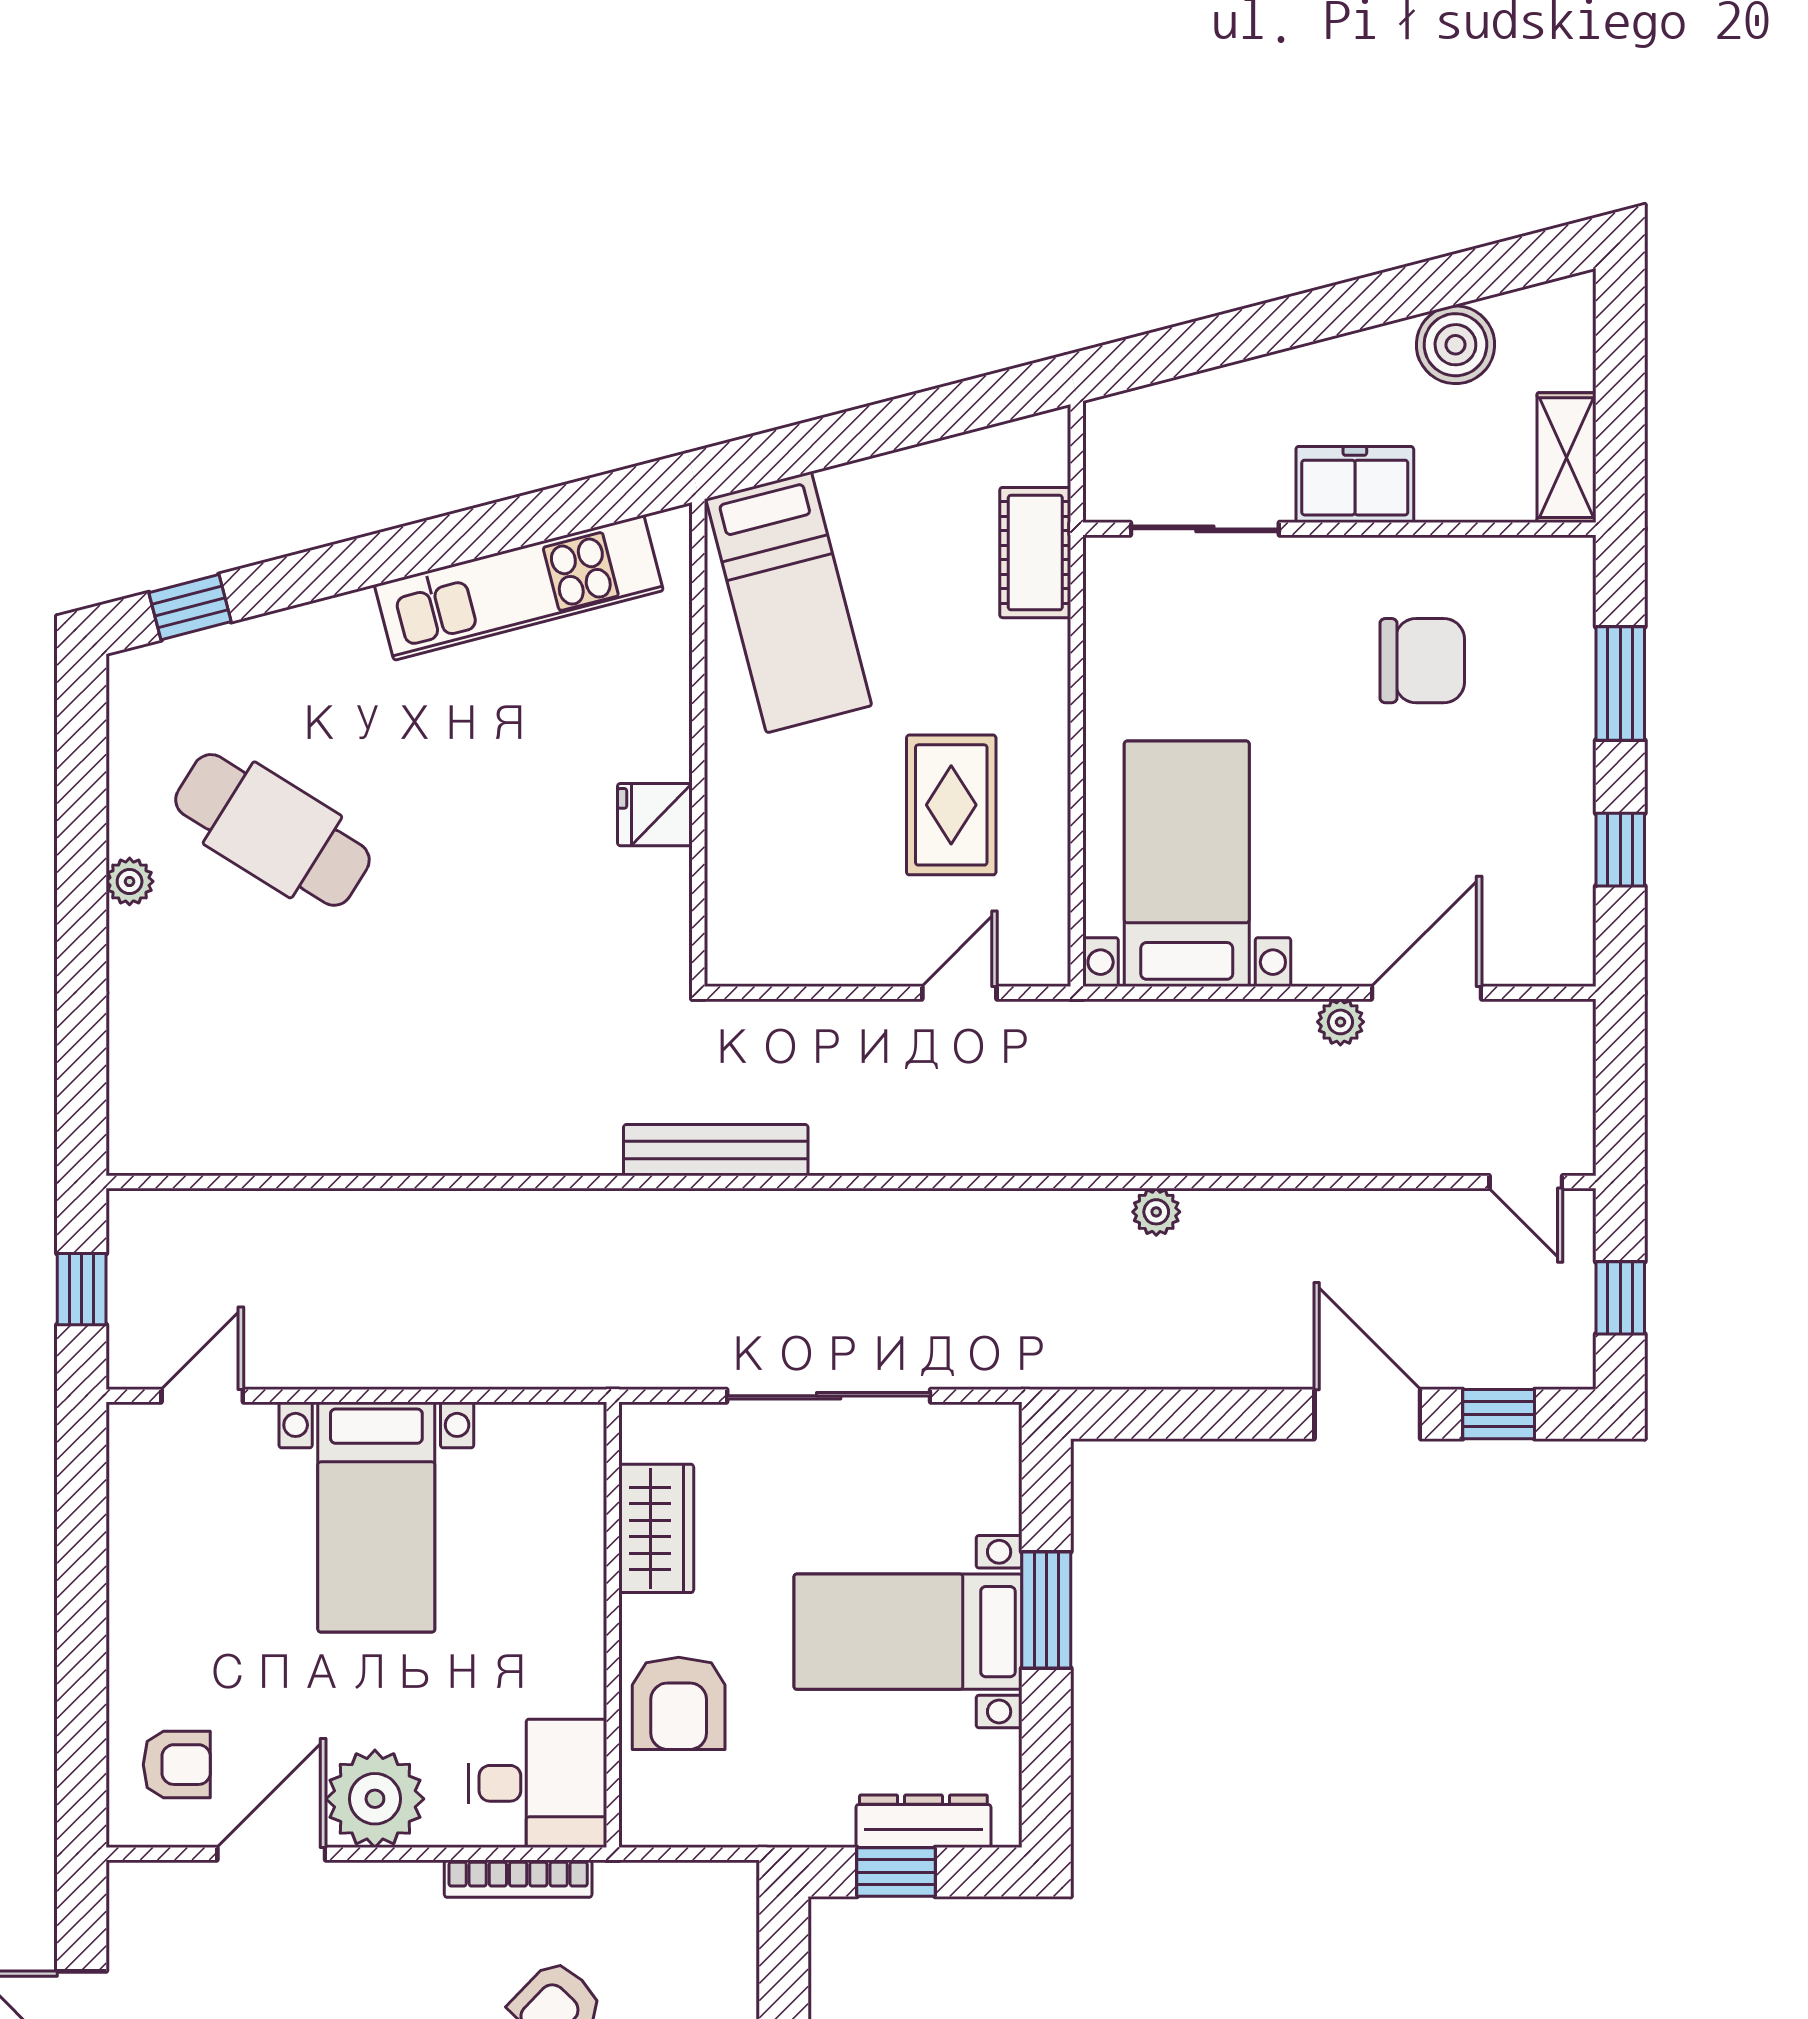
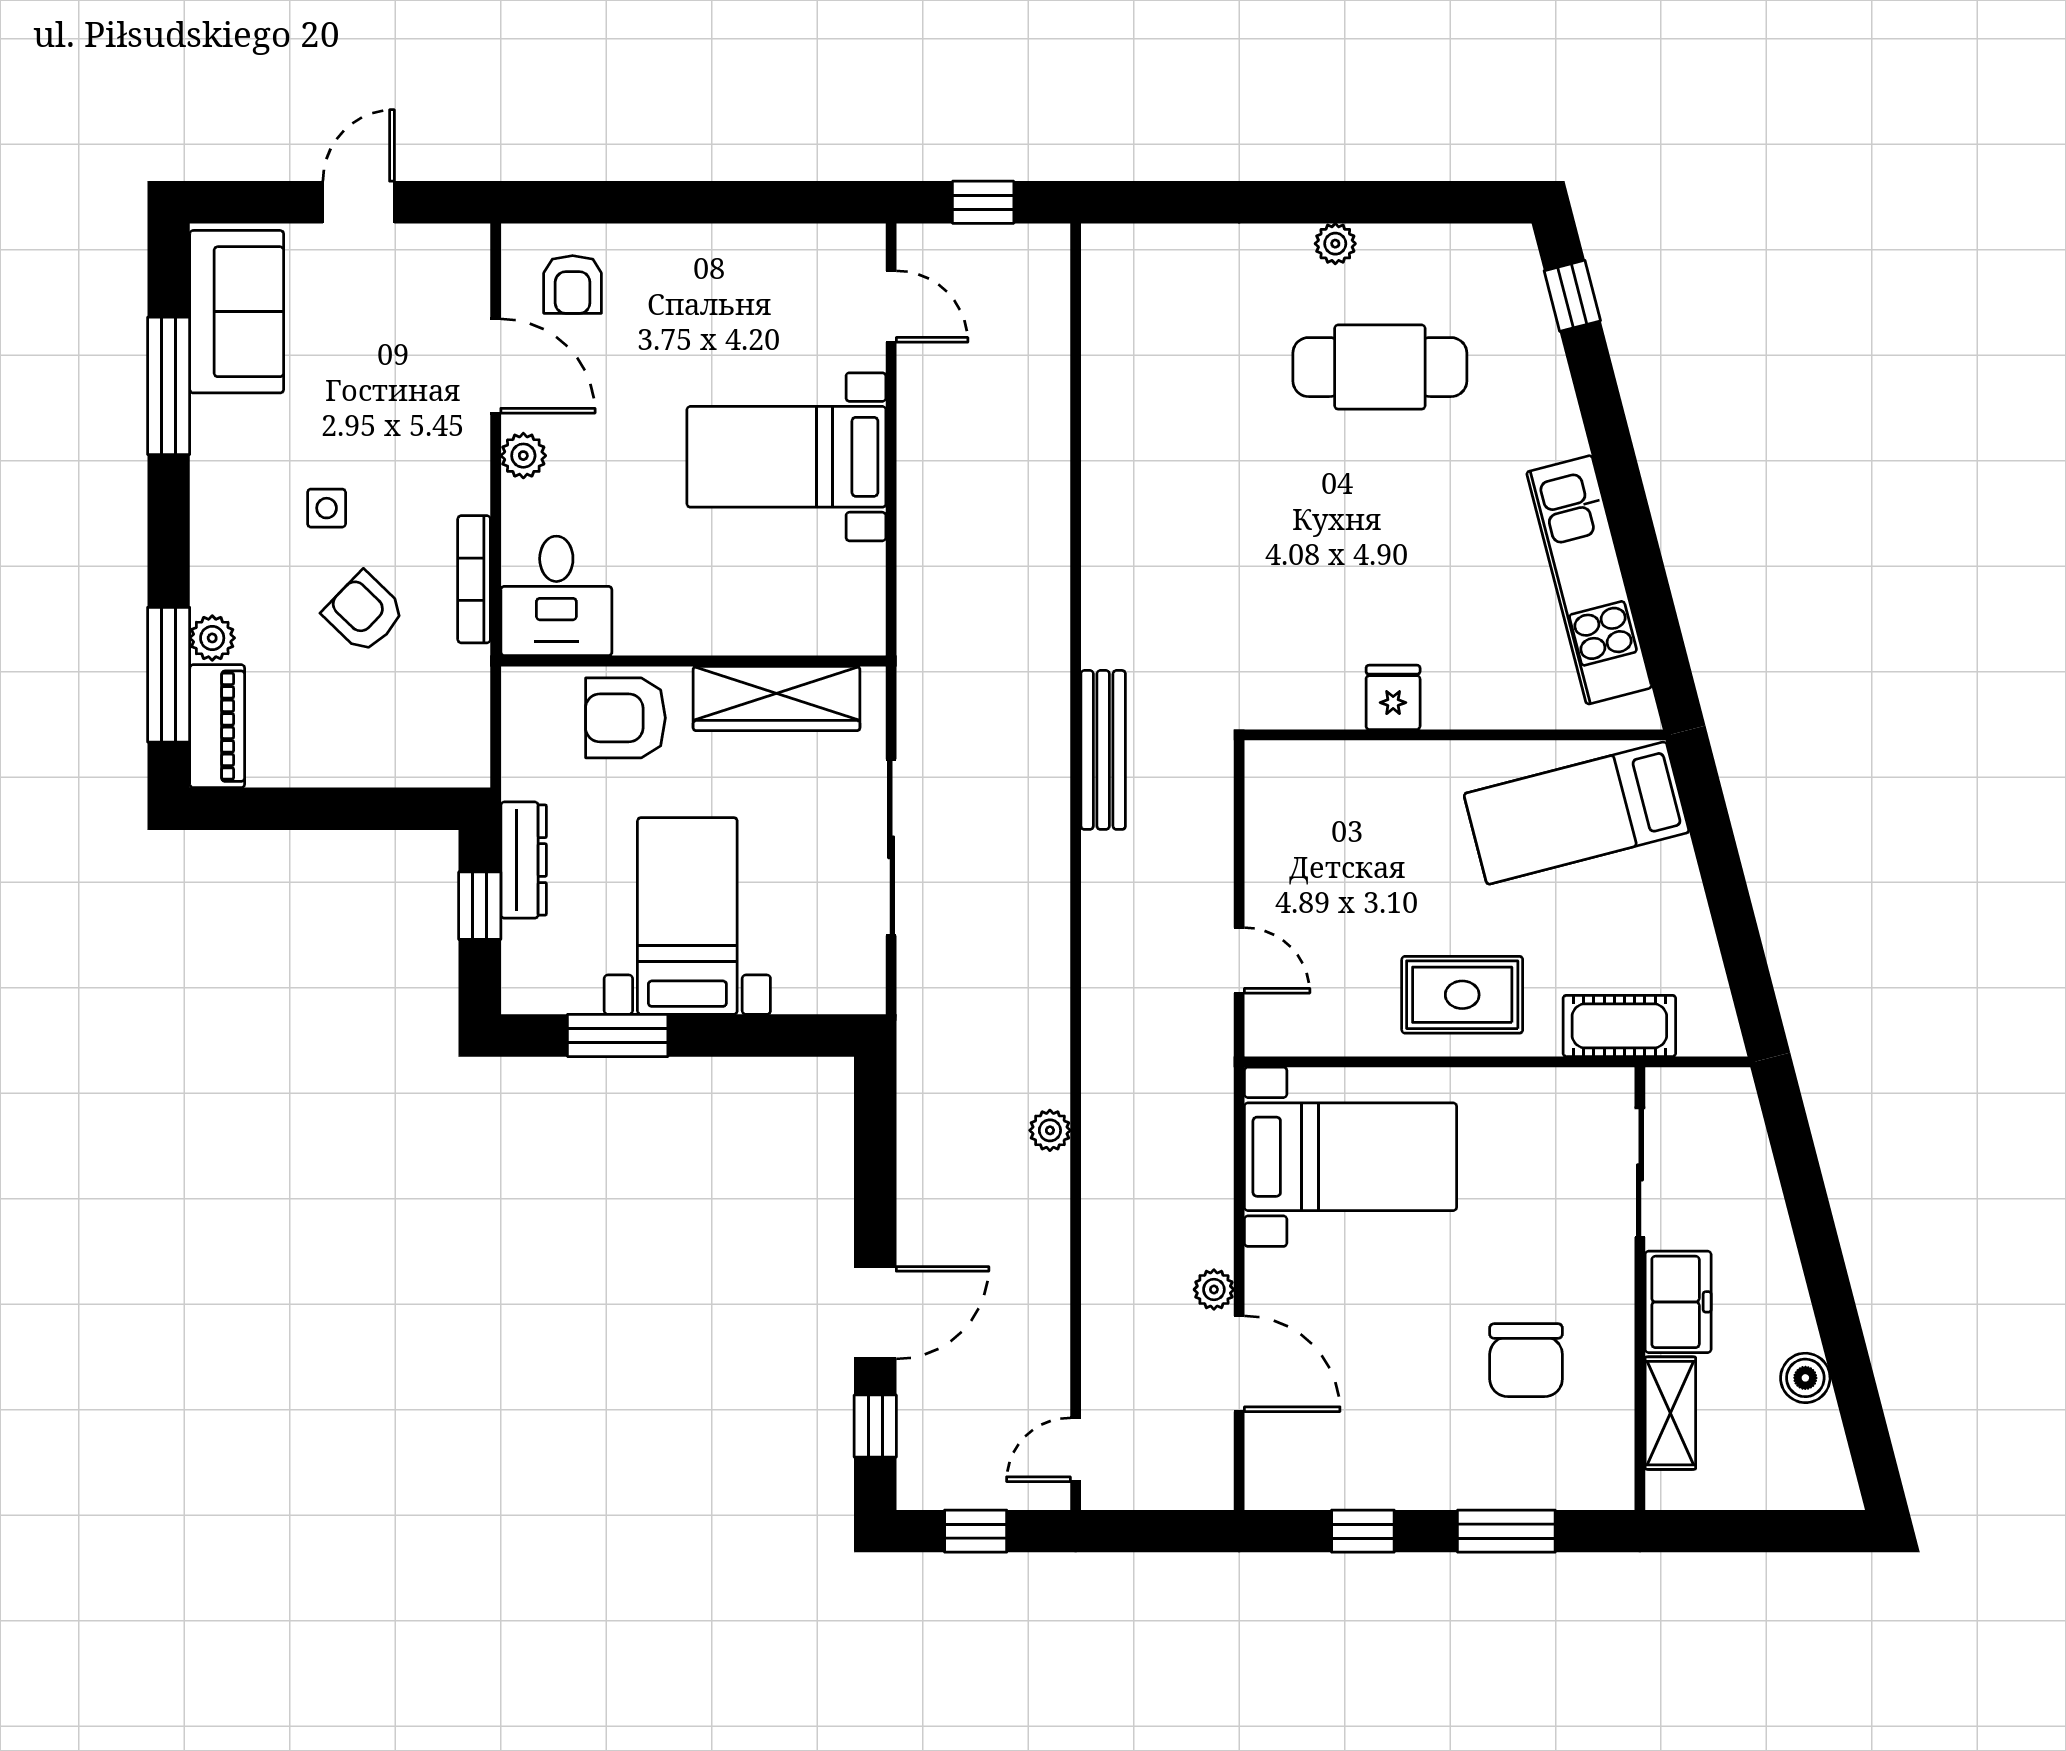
boiler: (1455, 345) -> (1805, 1378), width x0.73, depth x0.73
shelving: (1566, 458) -> (1670, 1413), moved, turned 90
rug: (951, 805) -> (1462, 995), moved
cafe table: (272, 830) -> (1380, 367), turned 58
wardrobe: (656, 1528) -> (777, 698), width x1.50
window: (1046, 1610) -> (618, 1035), moved
plant: (375, 1799) -> (523, 456), width x0.53, depth x0.53
dresser: (923, 1821) -> (524, 860), moved

